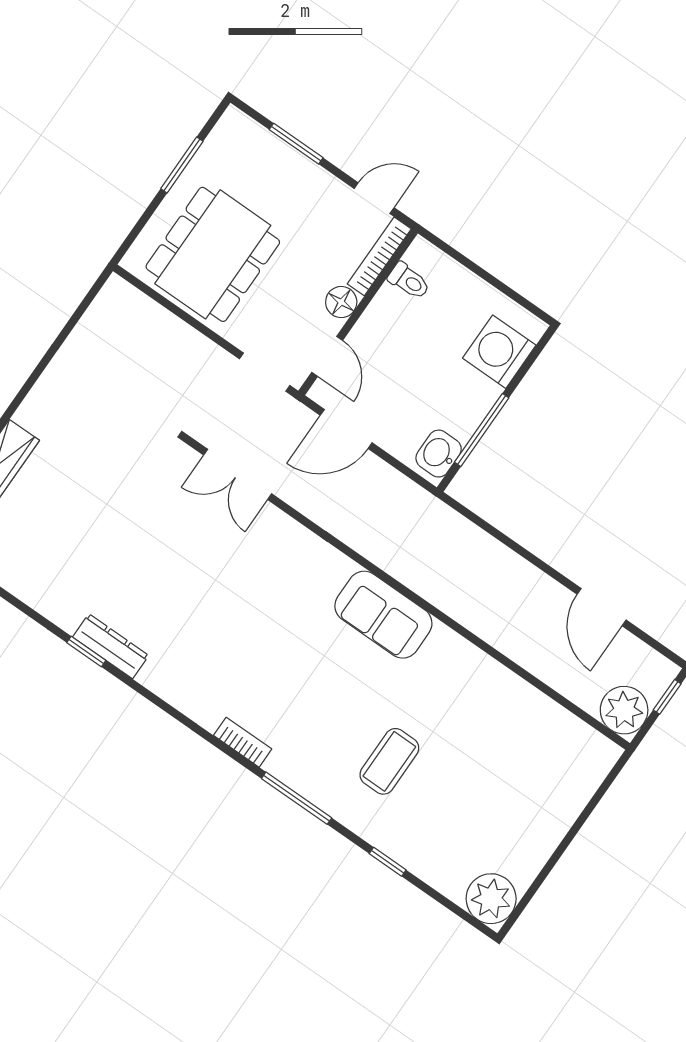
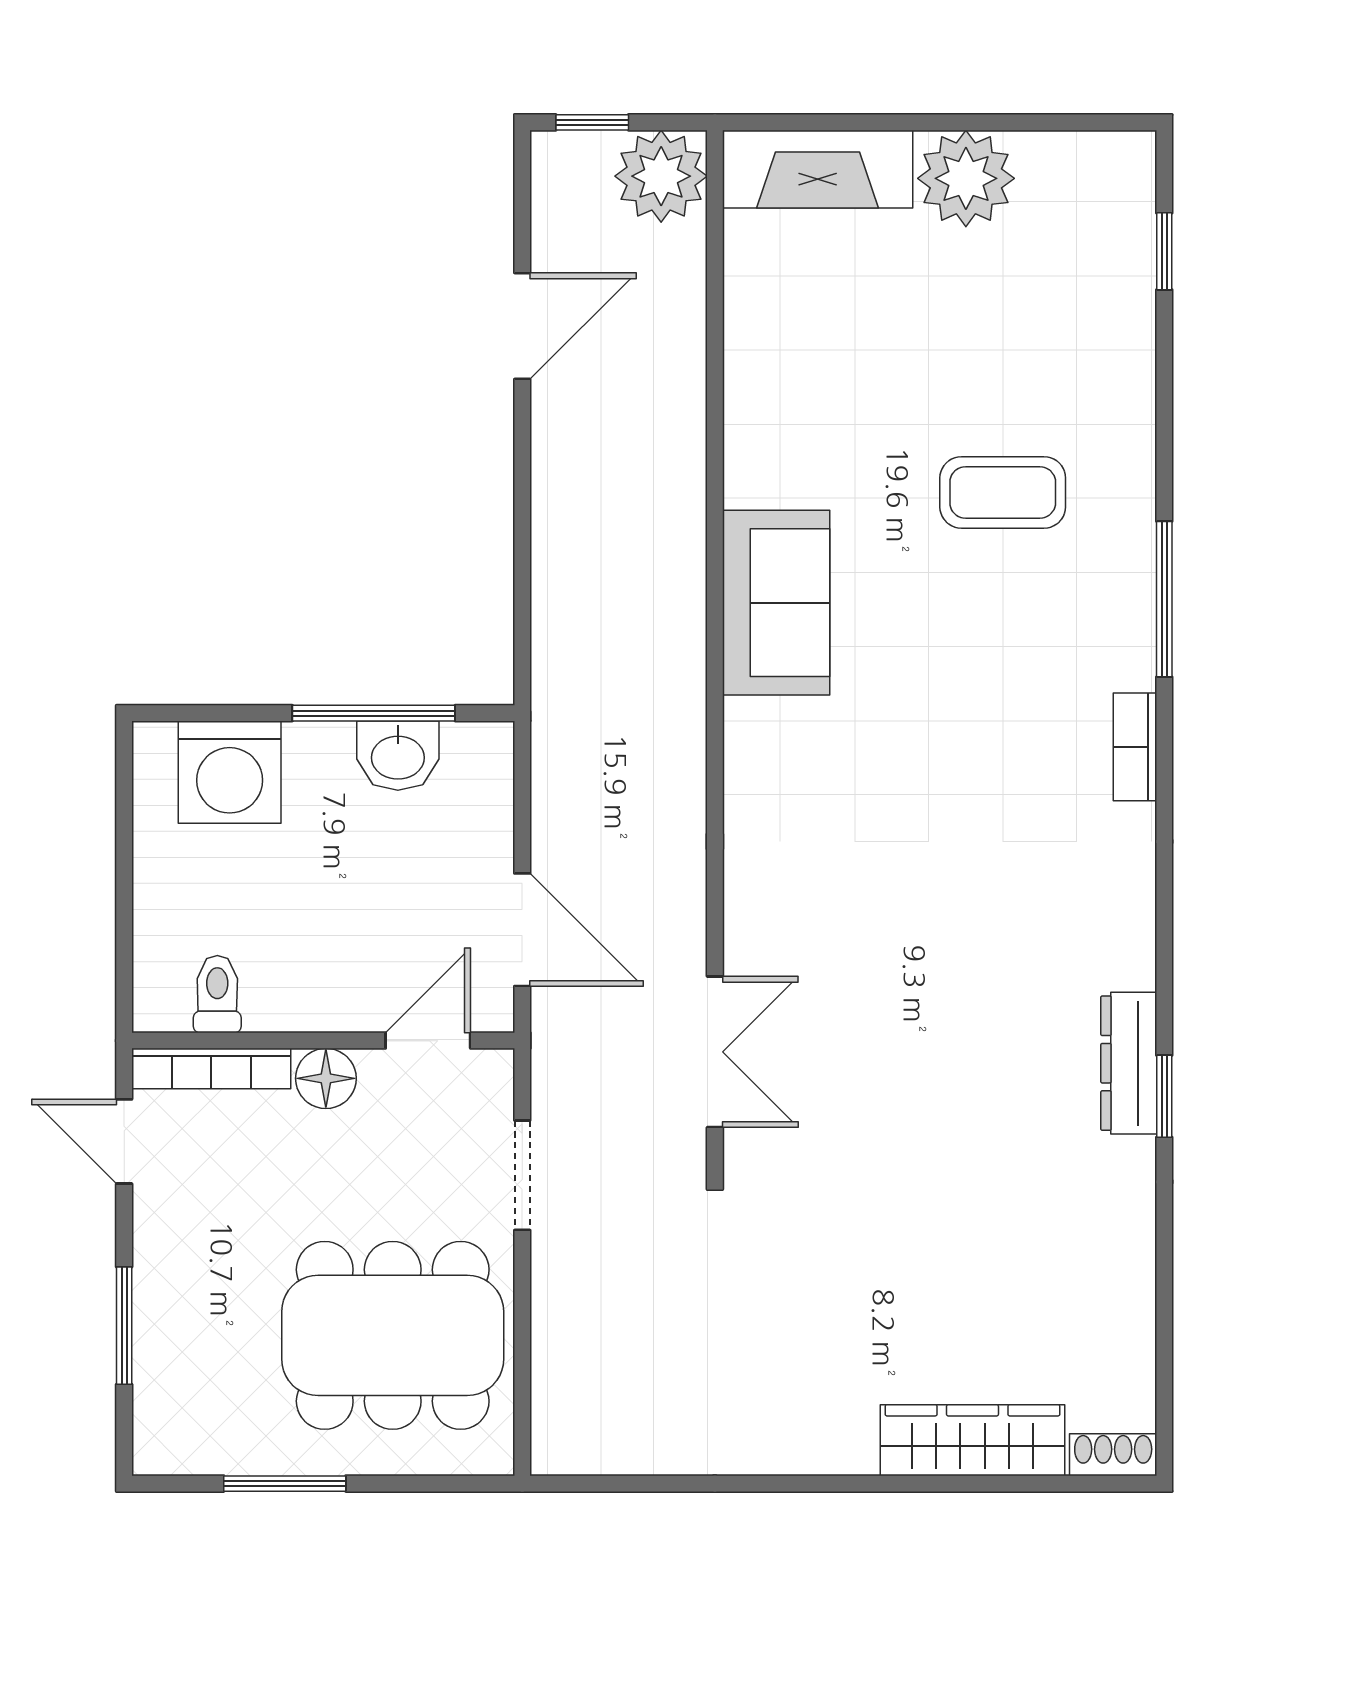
doorway: (265, 372) -> (522, 1175), moved
washbasin: (439, 454) -> (398, 756), moved
sofa: (383, 615) -> (776, 603), moved
fireplace: (581, 778) -> (818, 169), added
window: (388, 862) -> (1164, 251), moved
plant: (491, 899) -> (966, 178), moved

